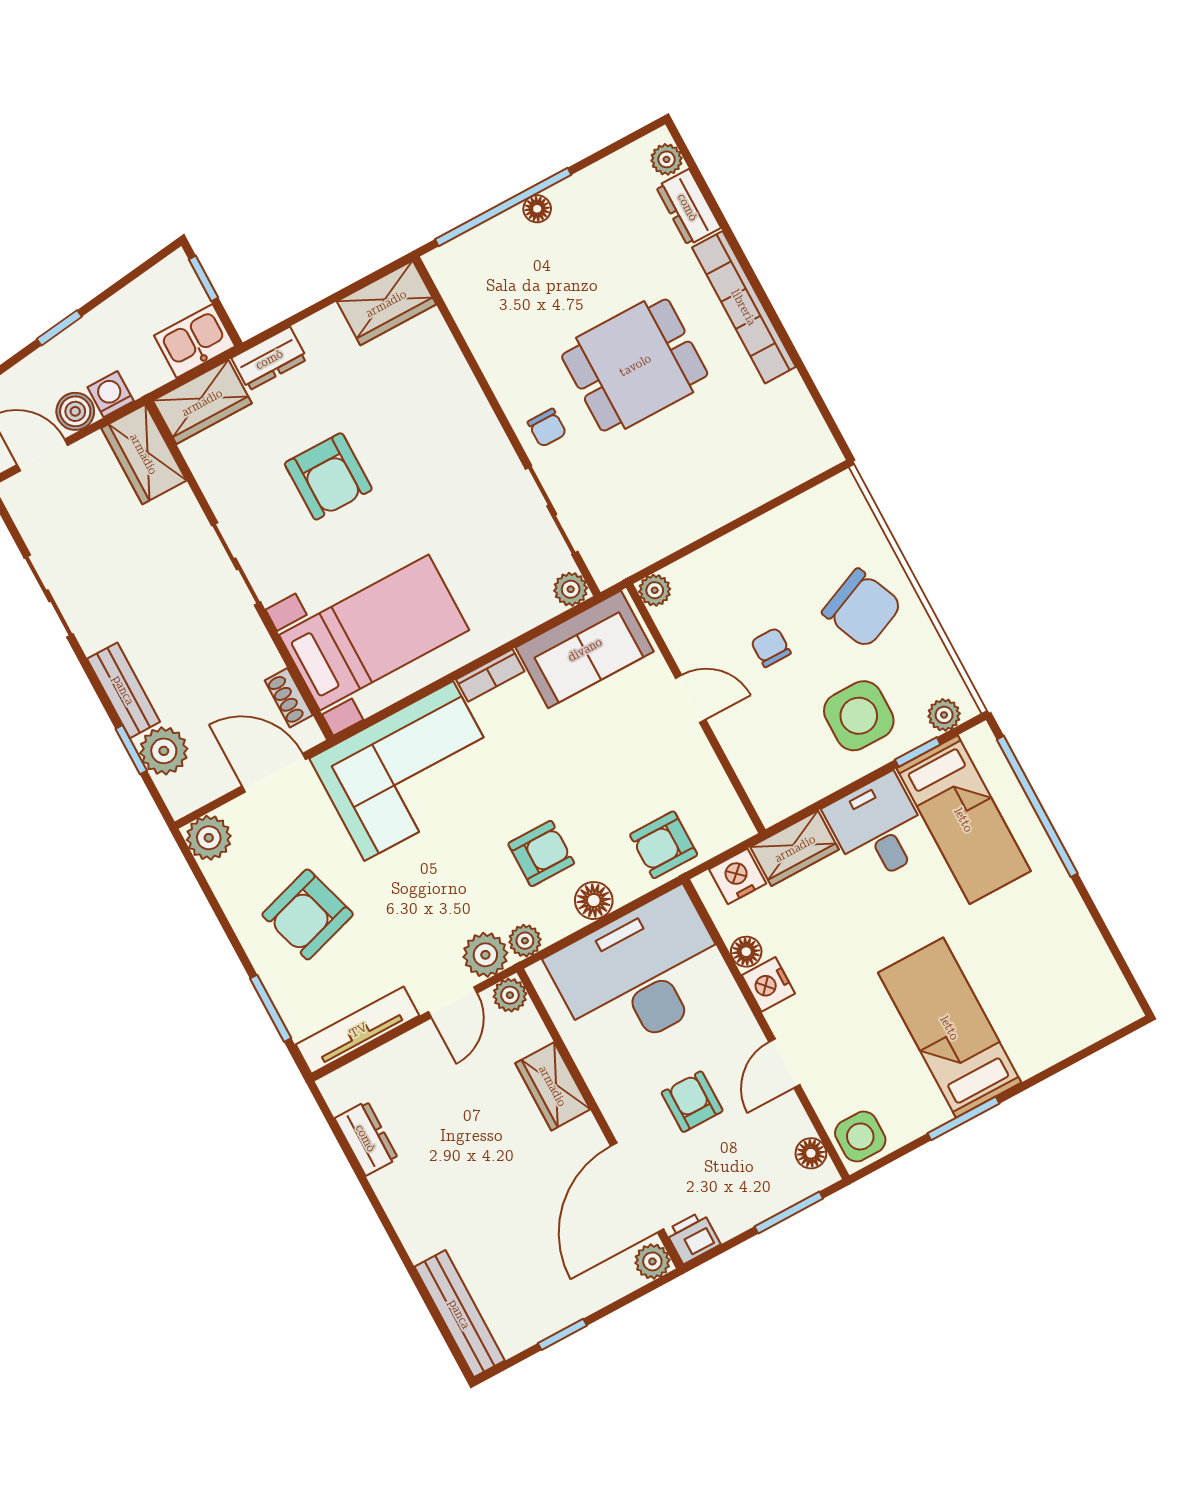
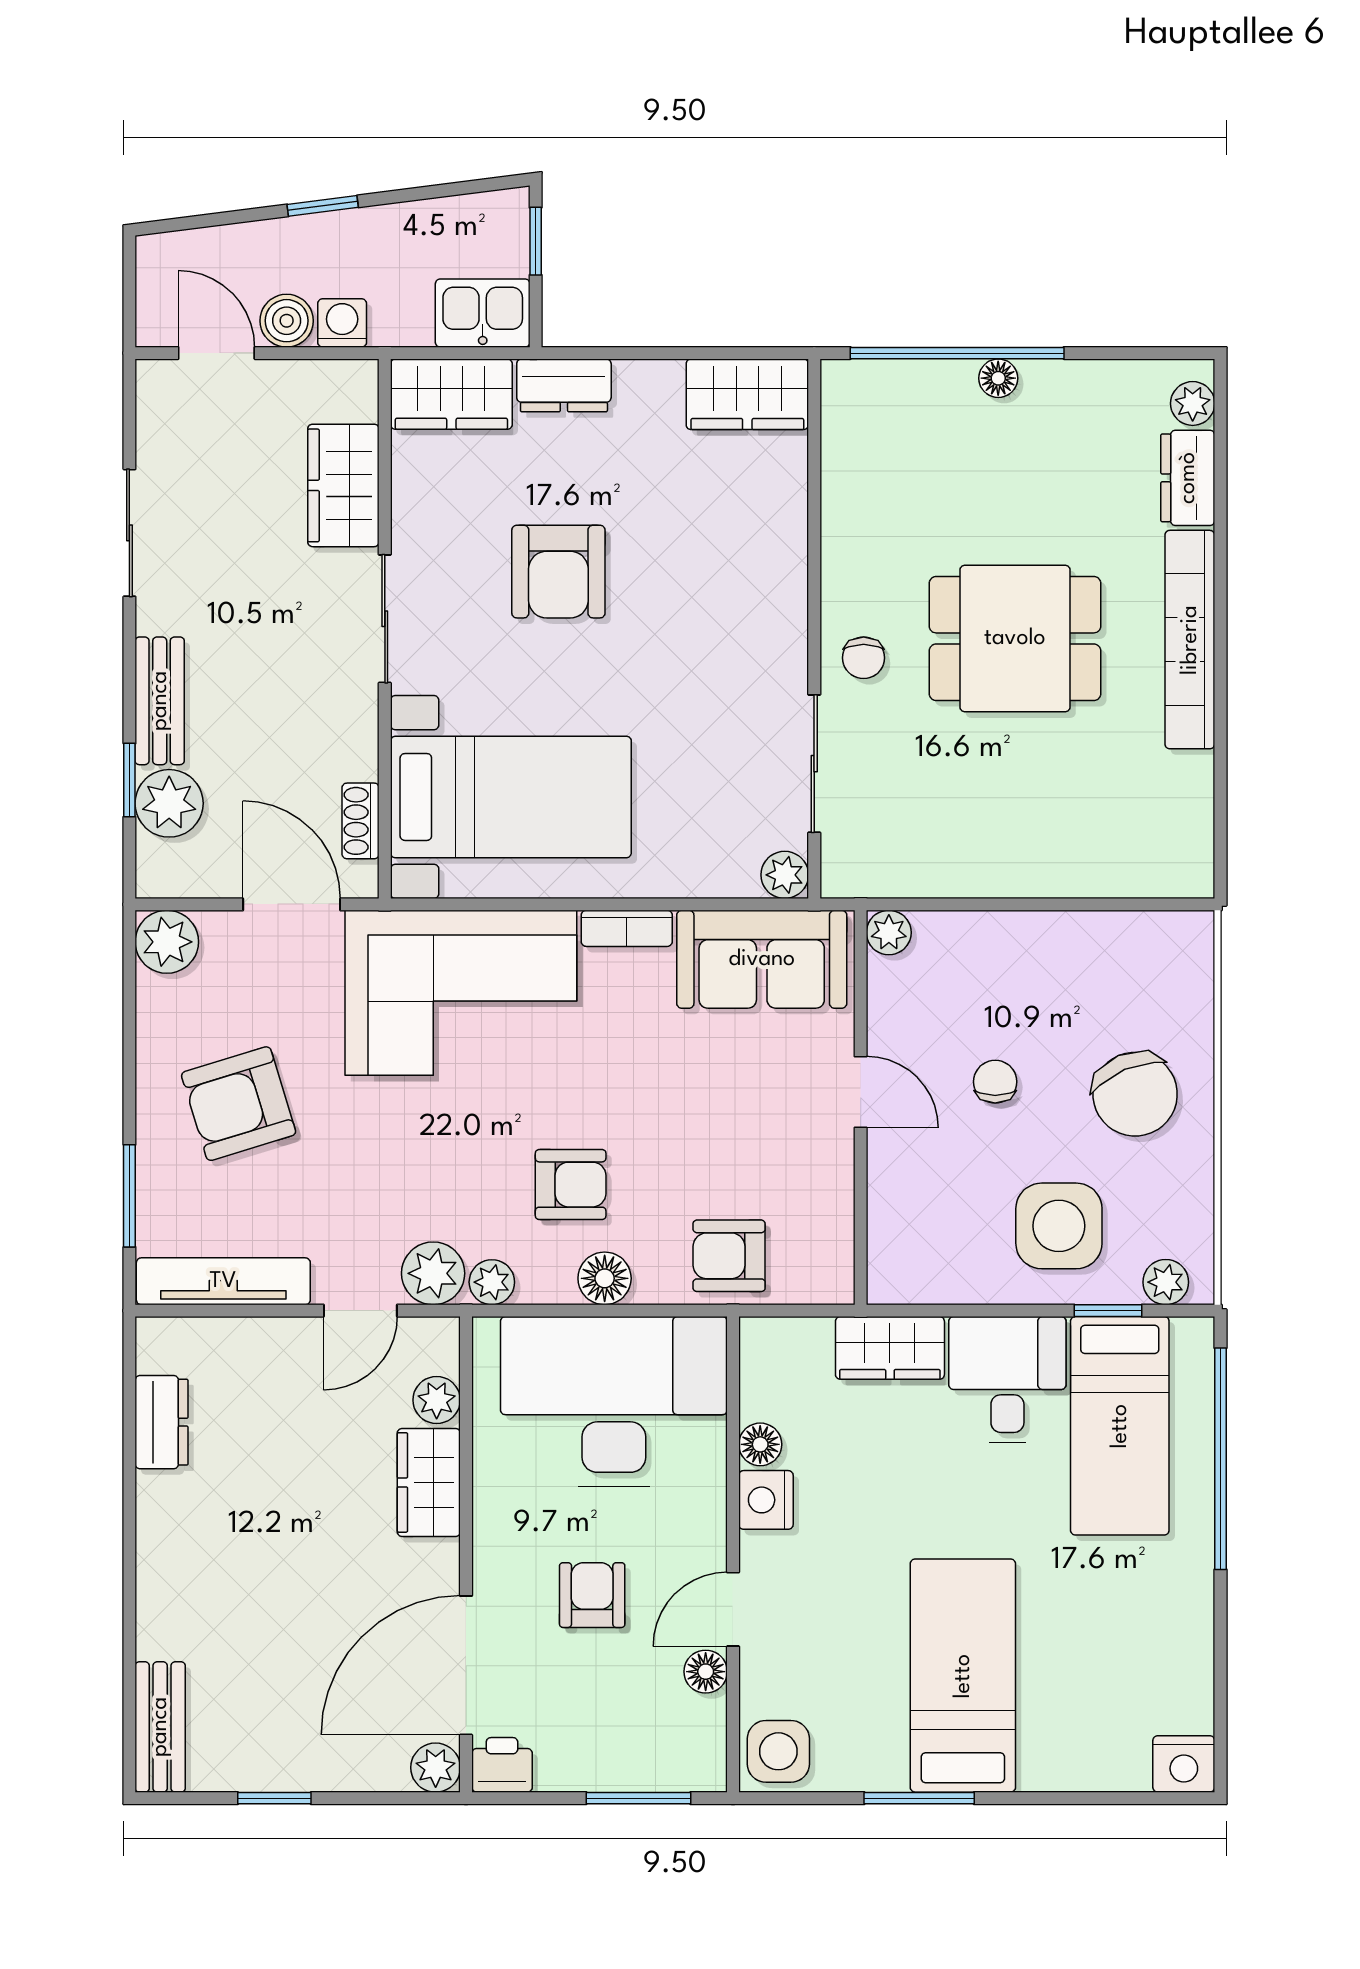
wardrobe: (144, 454) -> (343, 485), moved
nightstand: (738, 876) -> (1184, 1764), moved, turned 180
plant: (510, 995) -> (437, 1400), moved
floor lamp: (811, 1153) -> (706, 1672), moved
bench: (460, 1314) -> (160, 1727), width x0.73

